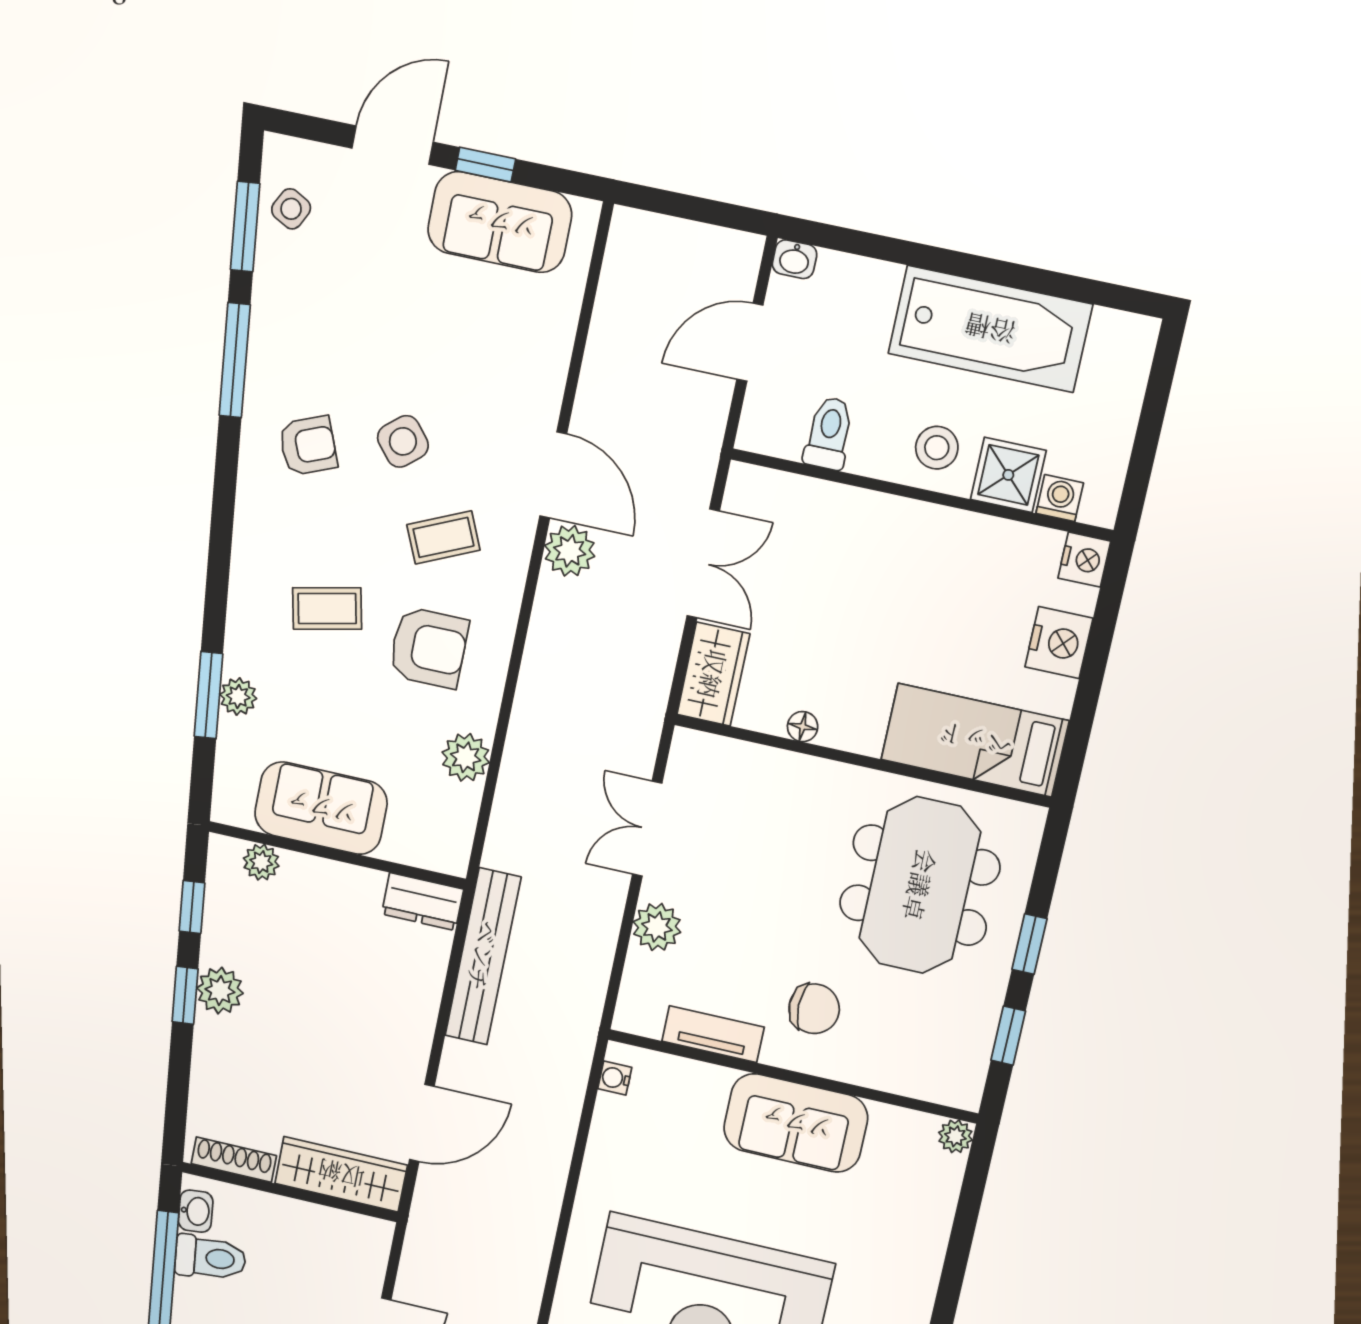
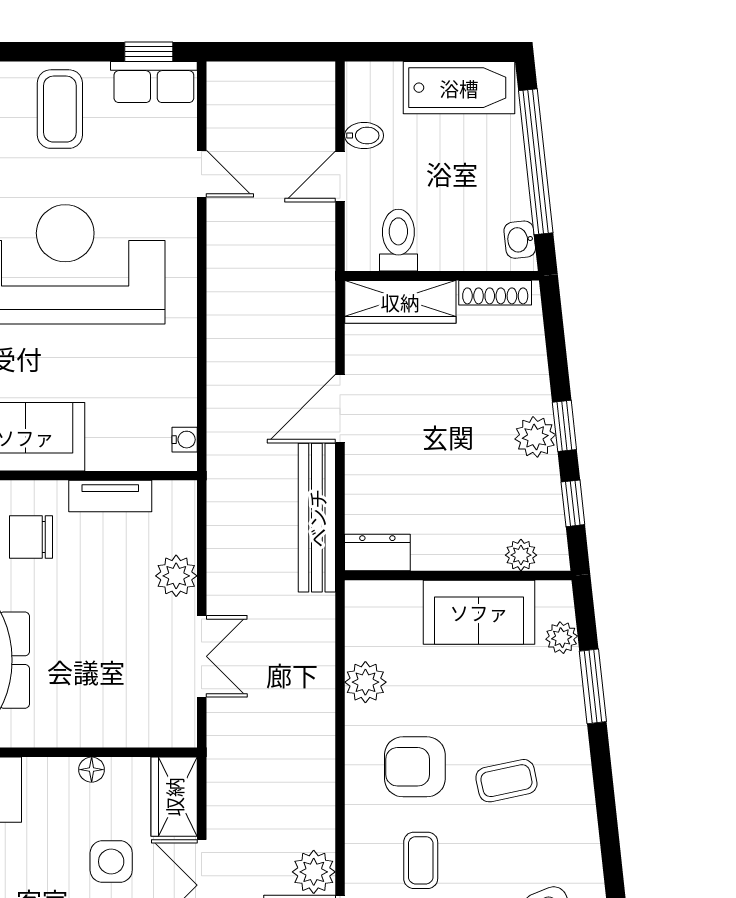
coffee table: (443, 537) -> (421, 860), turned -66
side table: (803, 614) -> (111, 862), added
plant: (238, 697) -> (562, 638), moved
door: (422, 1123) -> (340, 409), moved
toilet: (210, 1258) -> (398, 240), moved, turned 96

